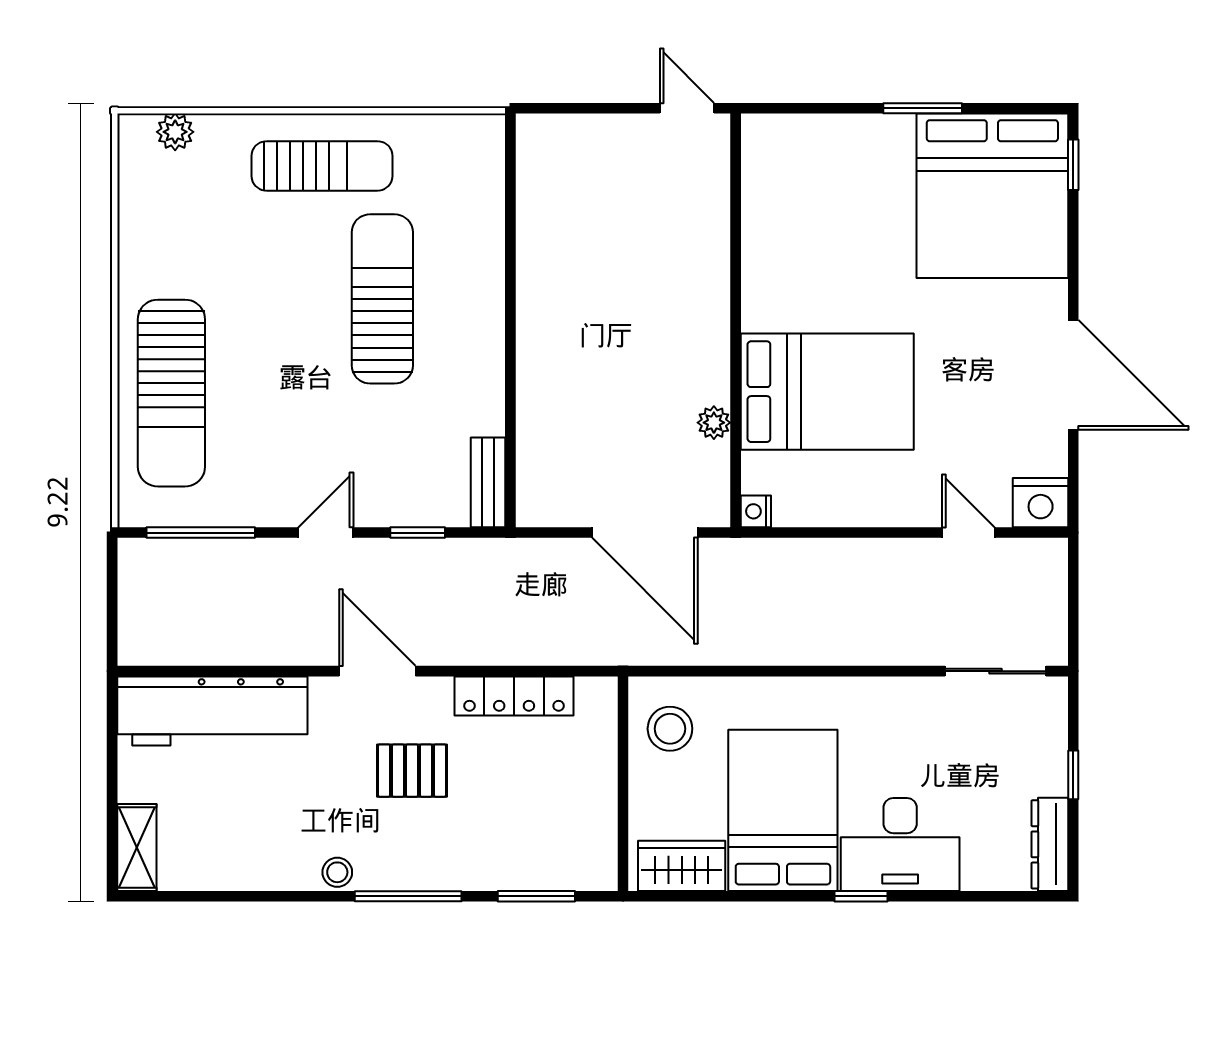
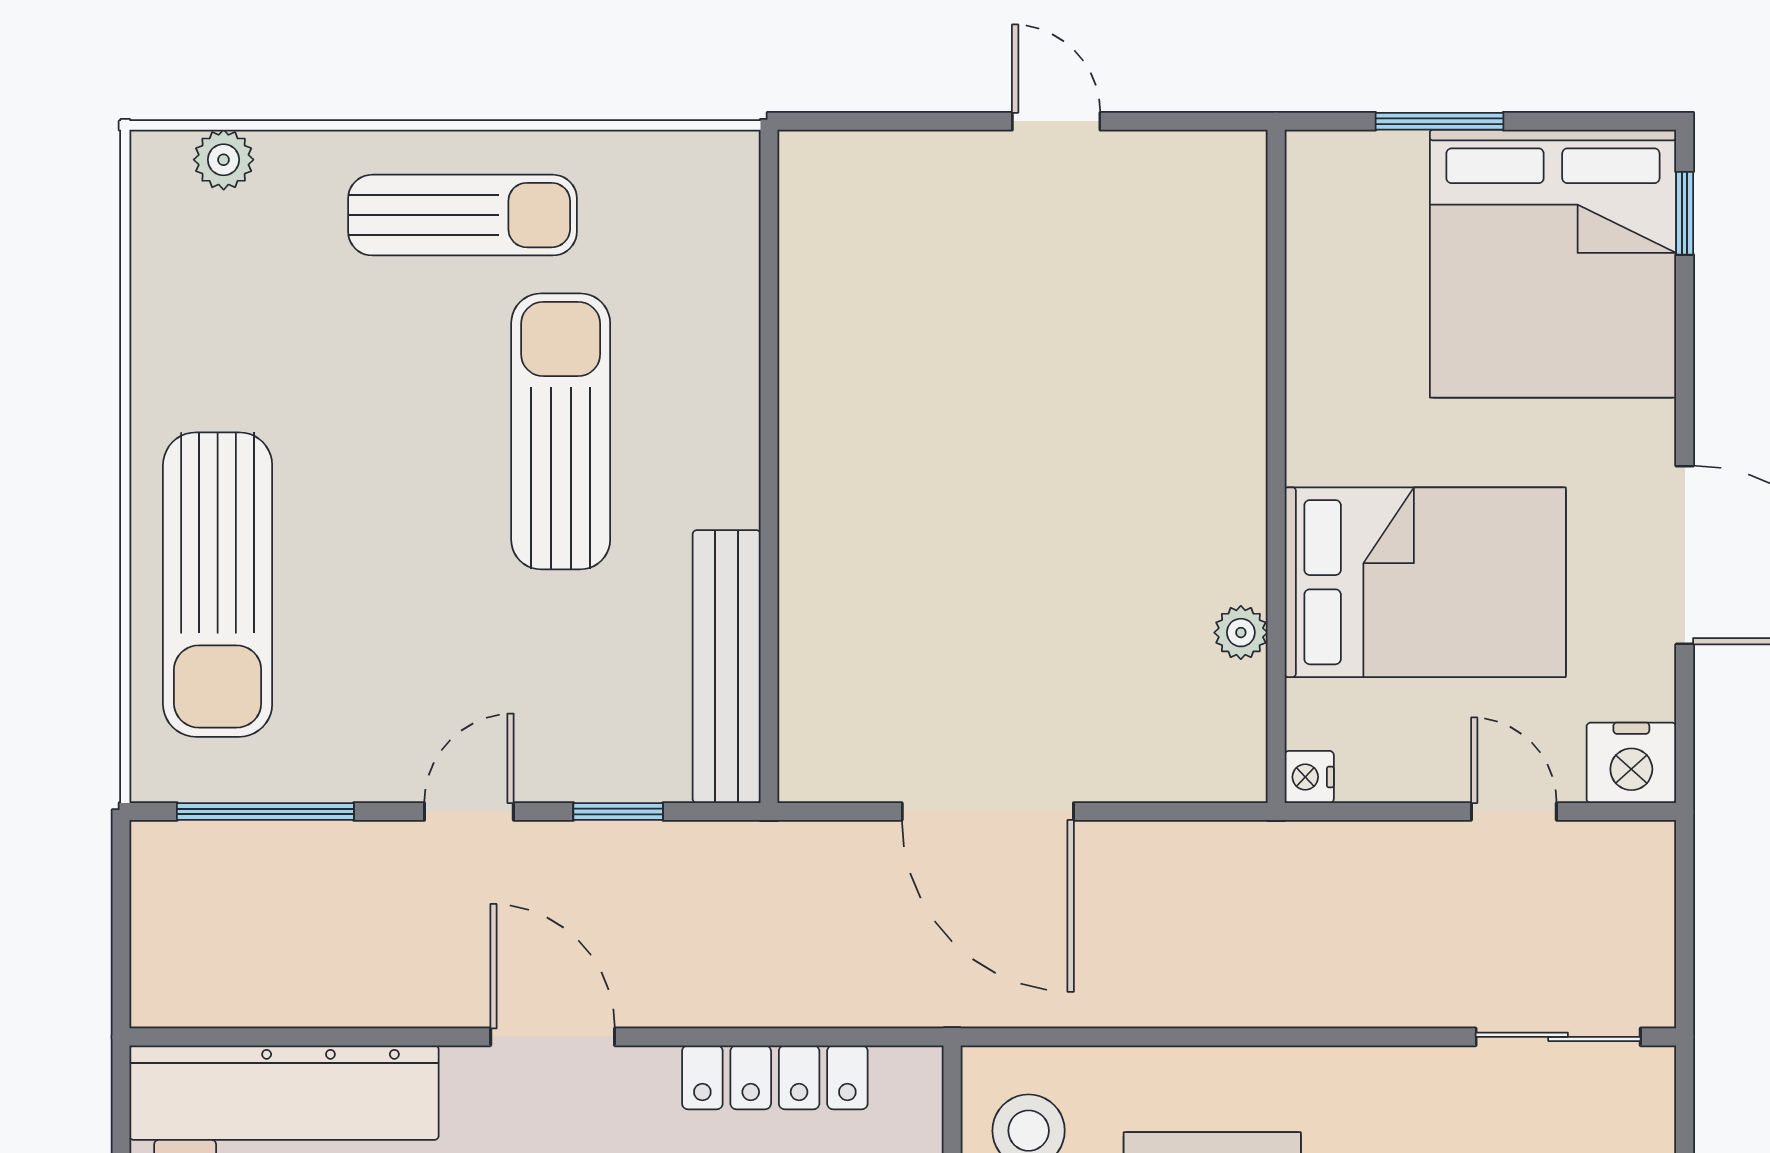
wall: (736, 320) -> (1276, 466), moved
bed: (827, 392) -> (1425, 582), moved
plant: (714, 423) -> (1241, 633), moved
bench: (488, 482) -> (727, 667), width x1.86, depth x1.21
nightstand: (756, 511) -> (1309, 777), moved

